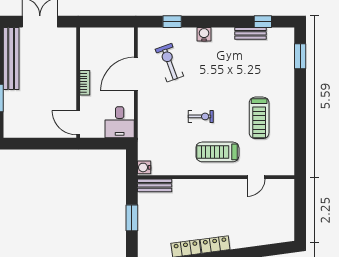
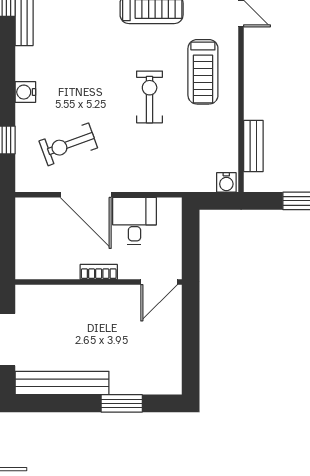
exercise bike: (201, 116) -> (150, 97), width x1.38, depth x1.39
desk: (120, 122) -> (134, 221), moved, turned -90
bench: (155, 185) -> (253, 146), moved

